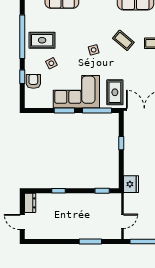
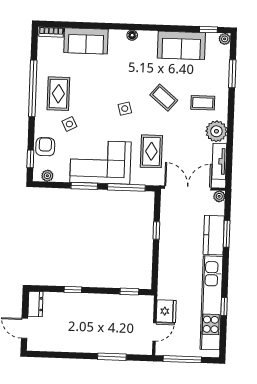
rug: (42, 40) -> (58, 94), turned 90
window: (22, 77) -> (30, 159), moved
rug: (115, 92) -> (151, 151), moved
plant: (36, 104) -> (47, 176), added
fridge: (131, 184) -> (166, 311), moved

